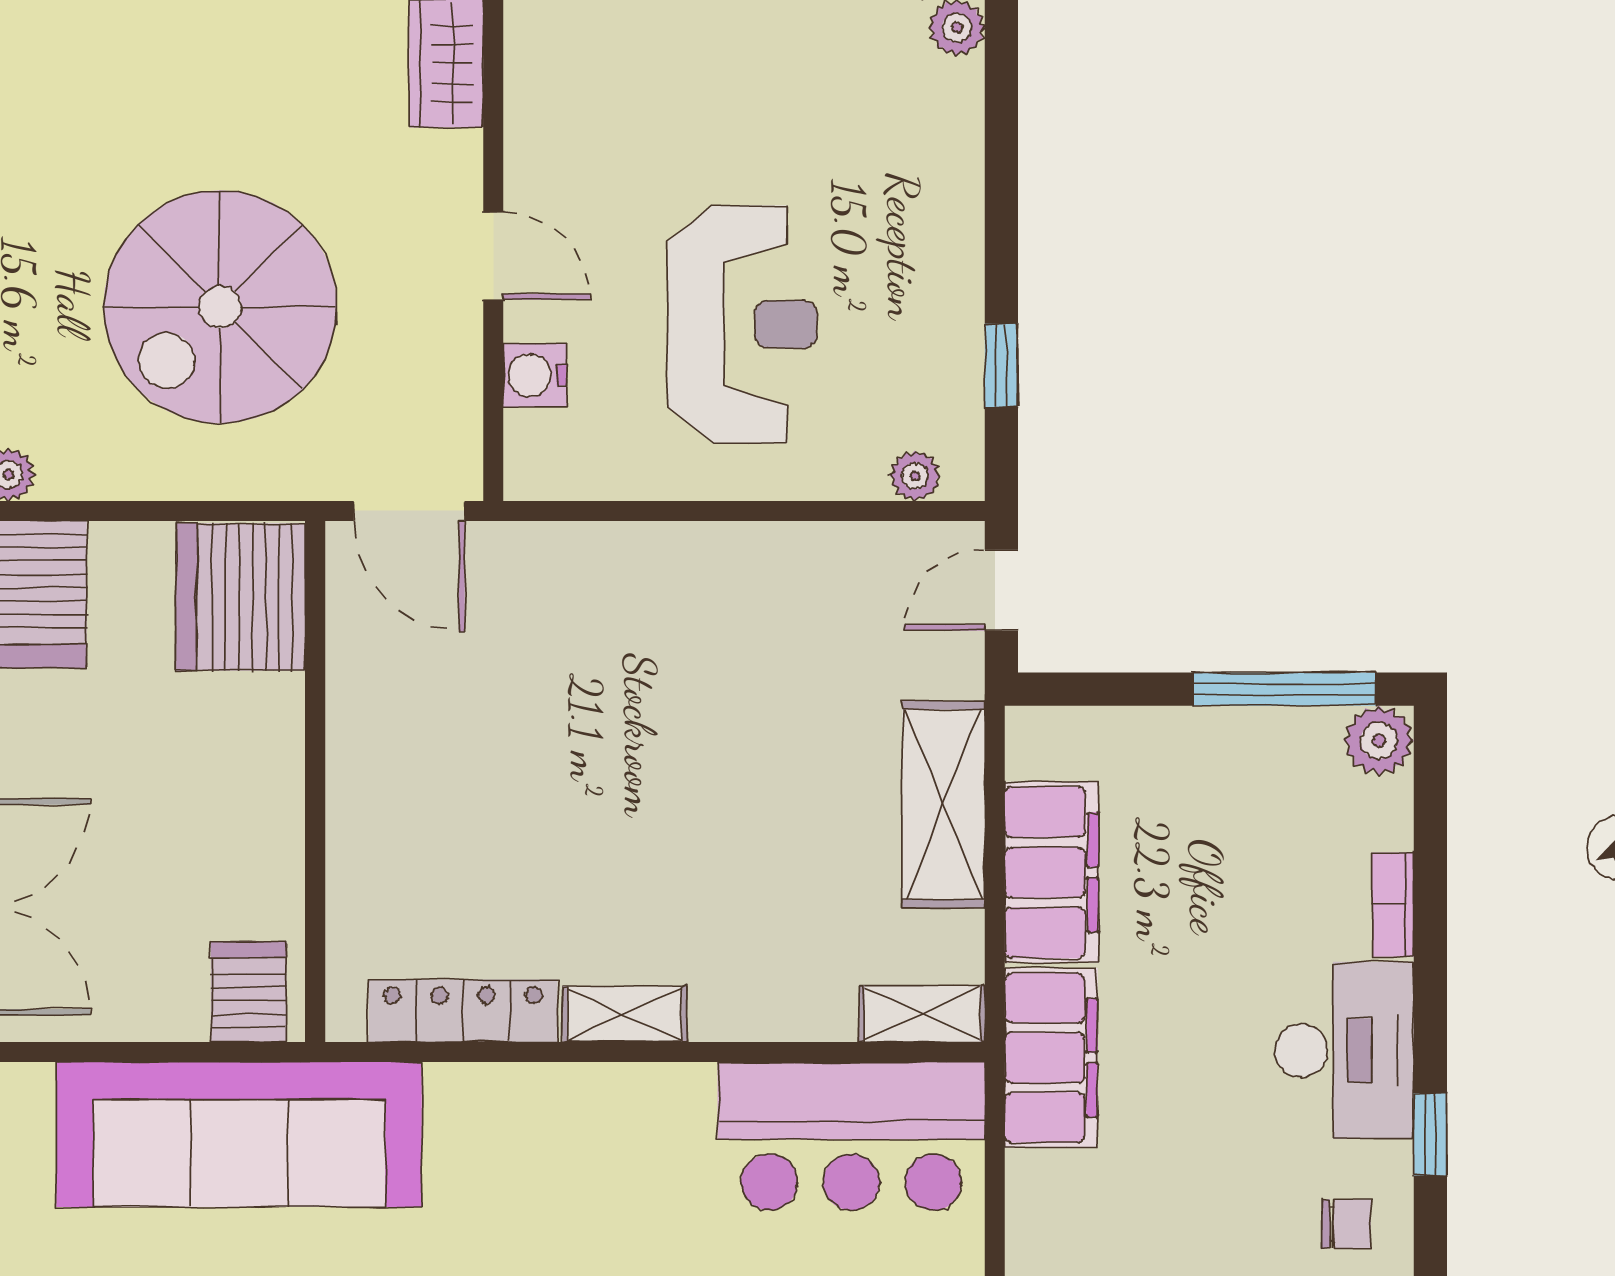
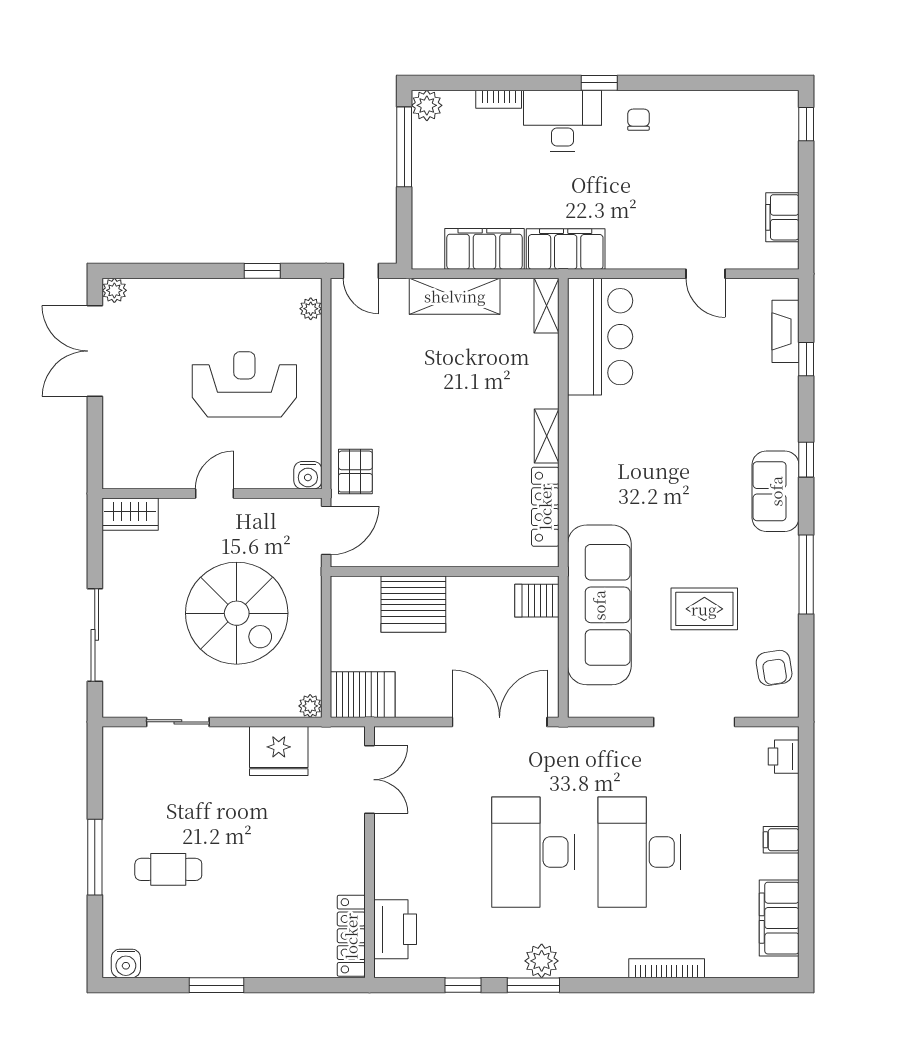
water cooler: (535, 375) -> (308, 475), moved
pallet: (543, 578) -> (355, 472), added
server rack: (241, 597) -> (413, 604), moved

